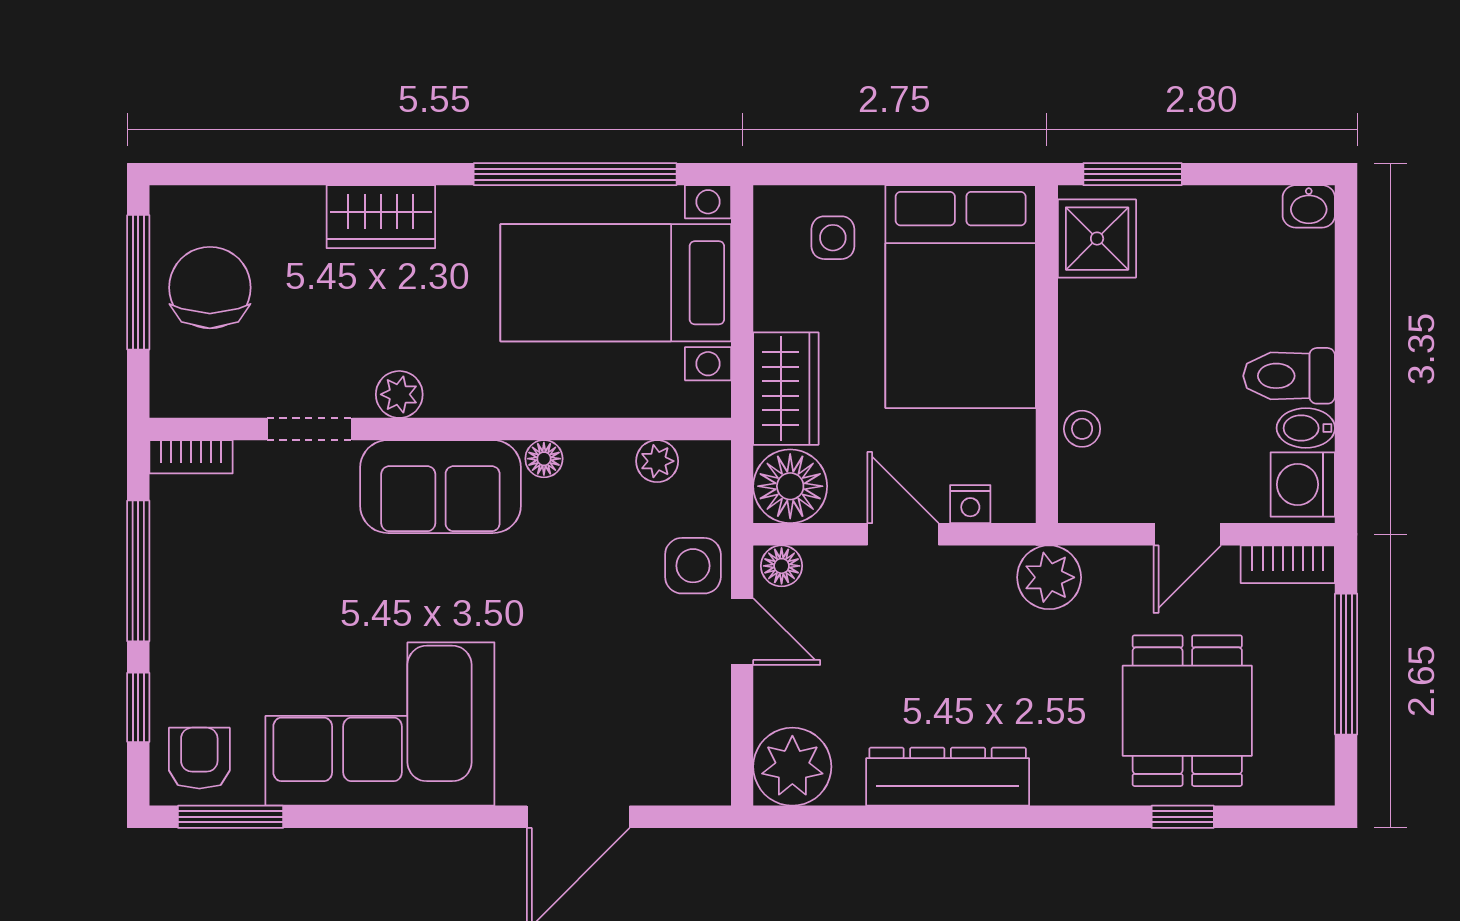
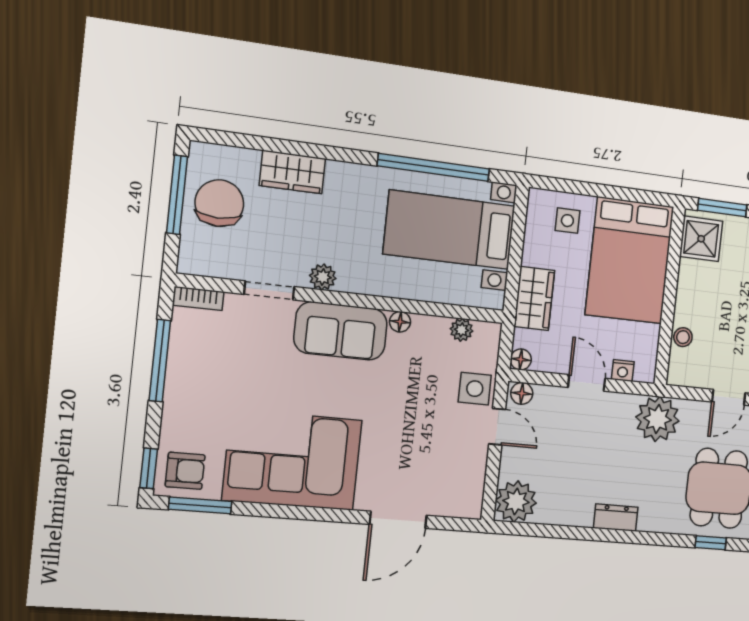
wardrobe: (381, 217) -> (292, 172), moved
floor lamp: (790, 486) -> (521, 359), width x0.53, depth x0.53
plant: (1049, 577) -> (658, 419), width x1.36, depth x1.36
window: (138, 707) -> (149, 468), moved
armchair: (199, 758) -> (185, 471), turned 90
dresser: (948, 777) -> (616, 518), width x0.51, depth x0.80

